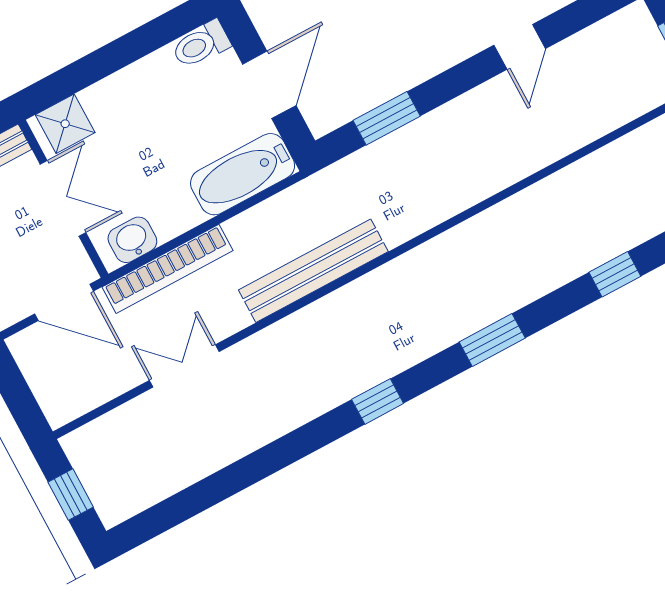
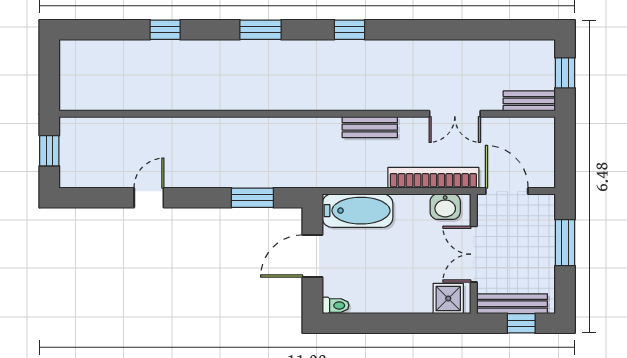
toilet: (201, 44) -> (335, 305), width x0.73, depth x0.72
bench: (313, 271) -> (370, 127), width x0.54, depth x0.82
bench: (97, 434) -> (529, 101), added

